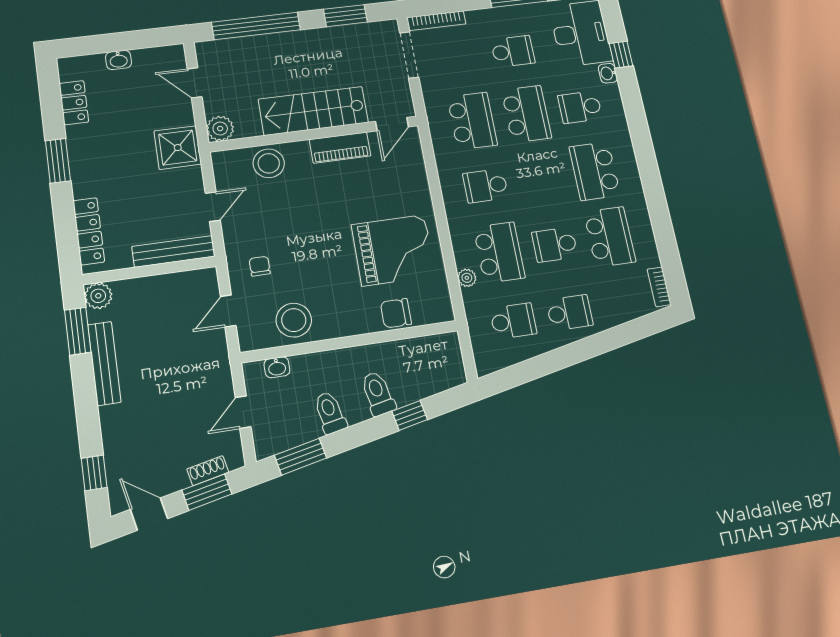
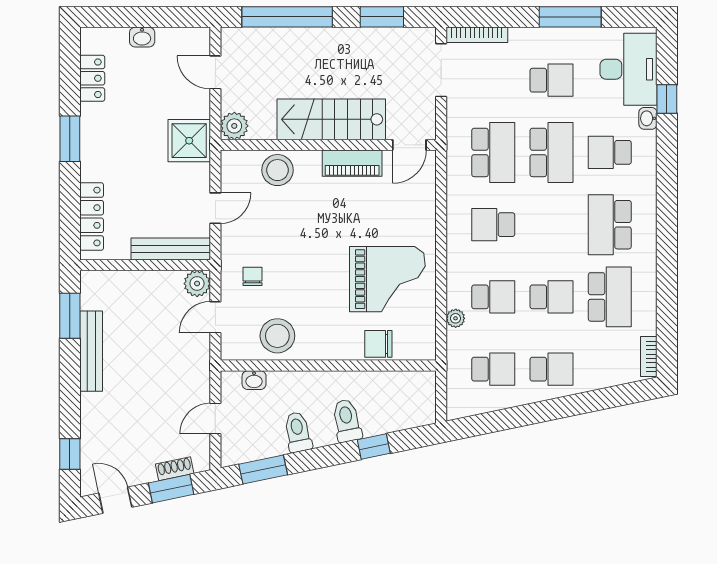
school desk: (555, 245) -> (551, 297), turned 180
school desk: (499, 252) -> (493, 297), width x0.54
plant: (98, 296) -> (197, 284), moved

